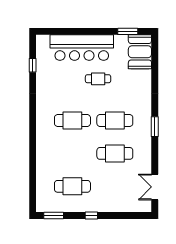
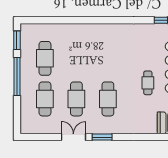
cafe table: (72, 121) -> (45, 99), moved
double door: (155, 187) -> (73, 137), moved
window: (91, 216) -> (17, 76), width x3.17

